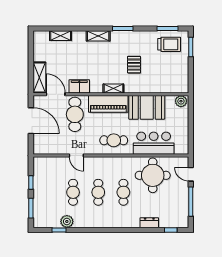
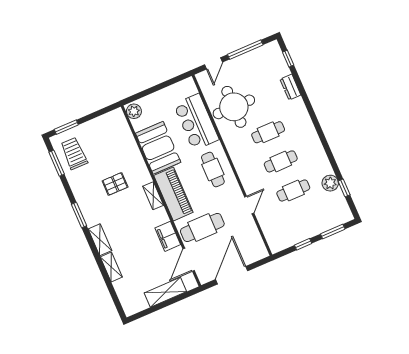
shelving: (61, 36) -> (111, 267), moved
shelving: (39, 78) -> (165, 292), moved

